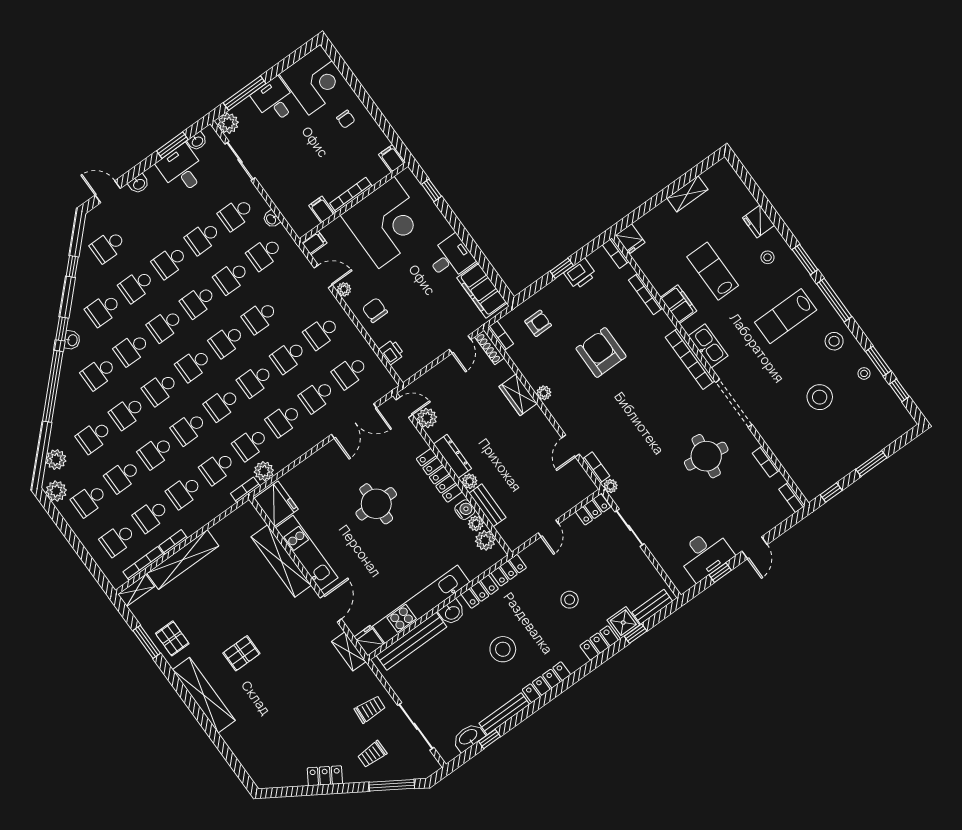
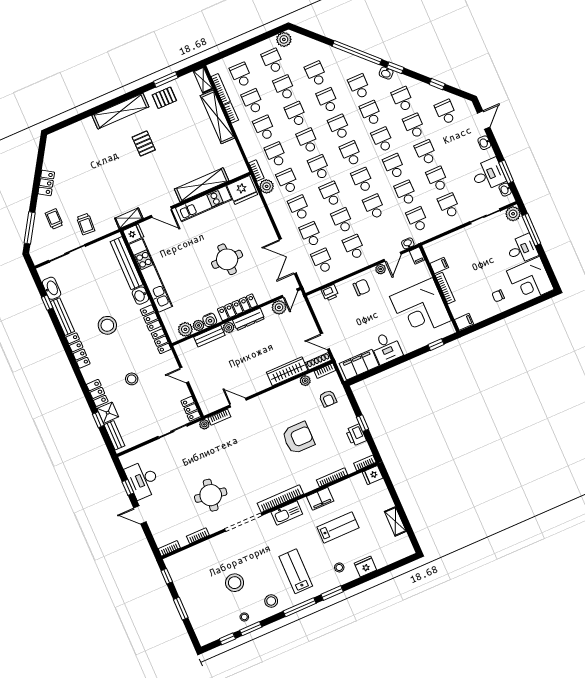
washbasin: (271, 219) -> (408, 243), moved
plant: (544, 393) -> (305, 381), moved
wardrobe: (518, 395) -> (287, 371), width x1.50
plant: (56, 459) -> (306, 44), removed

